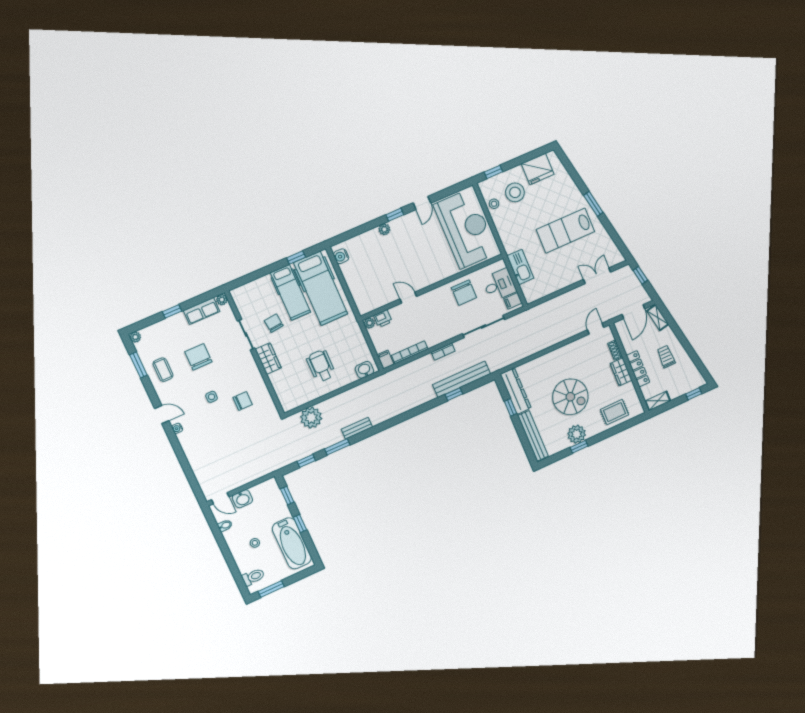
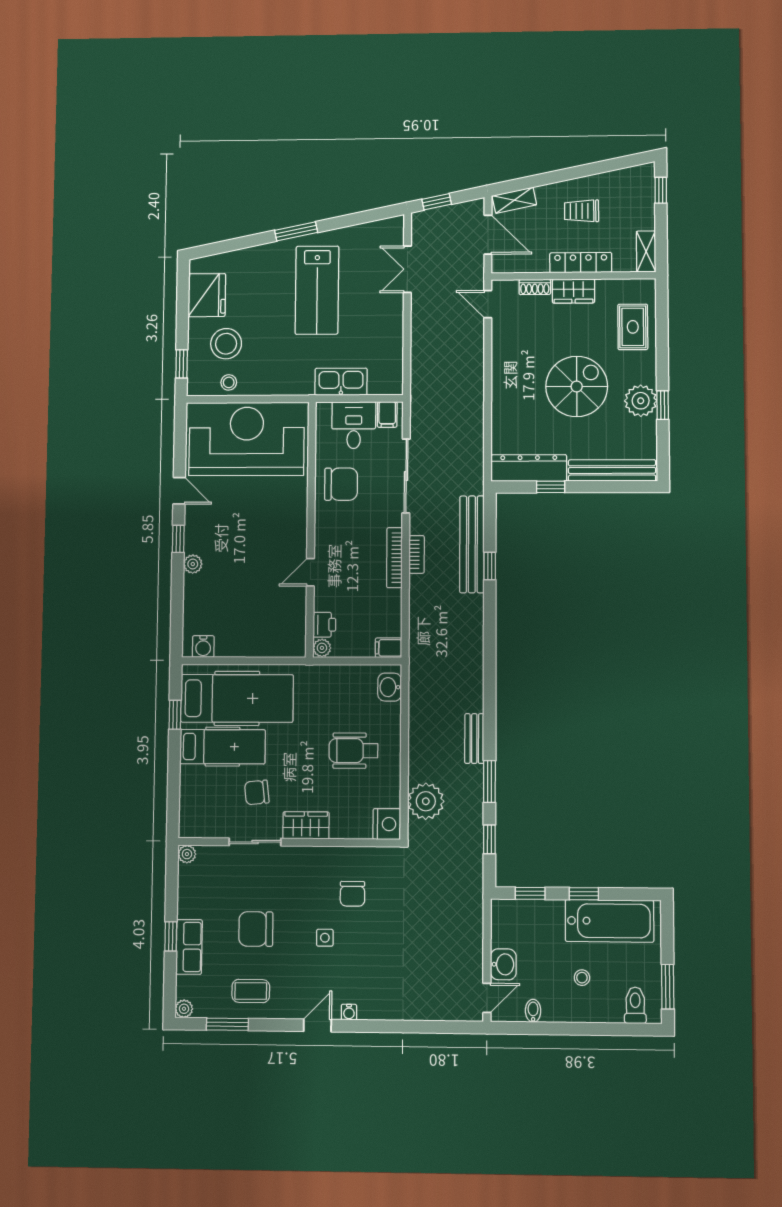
row of seats: (202, 311) -> (189, 947), moved
bookcase: (410, 352) -> (394, 558), moved
chair: (243, 401) -> (352, 894), turned 180
nightstand: (289, 402) -> (387, 824), added

